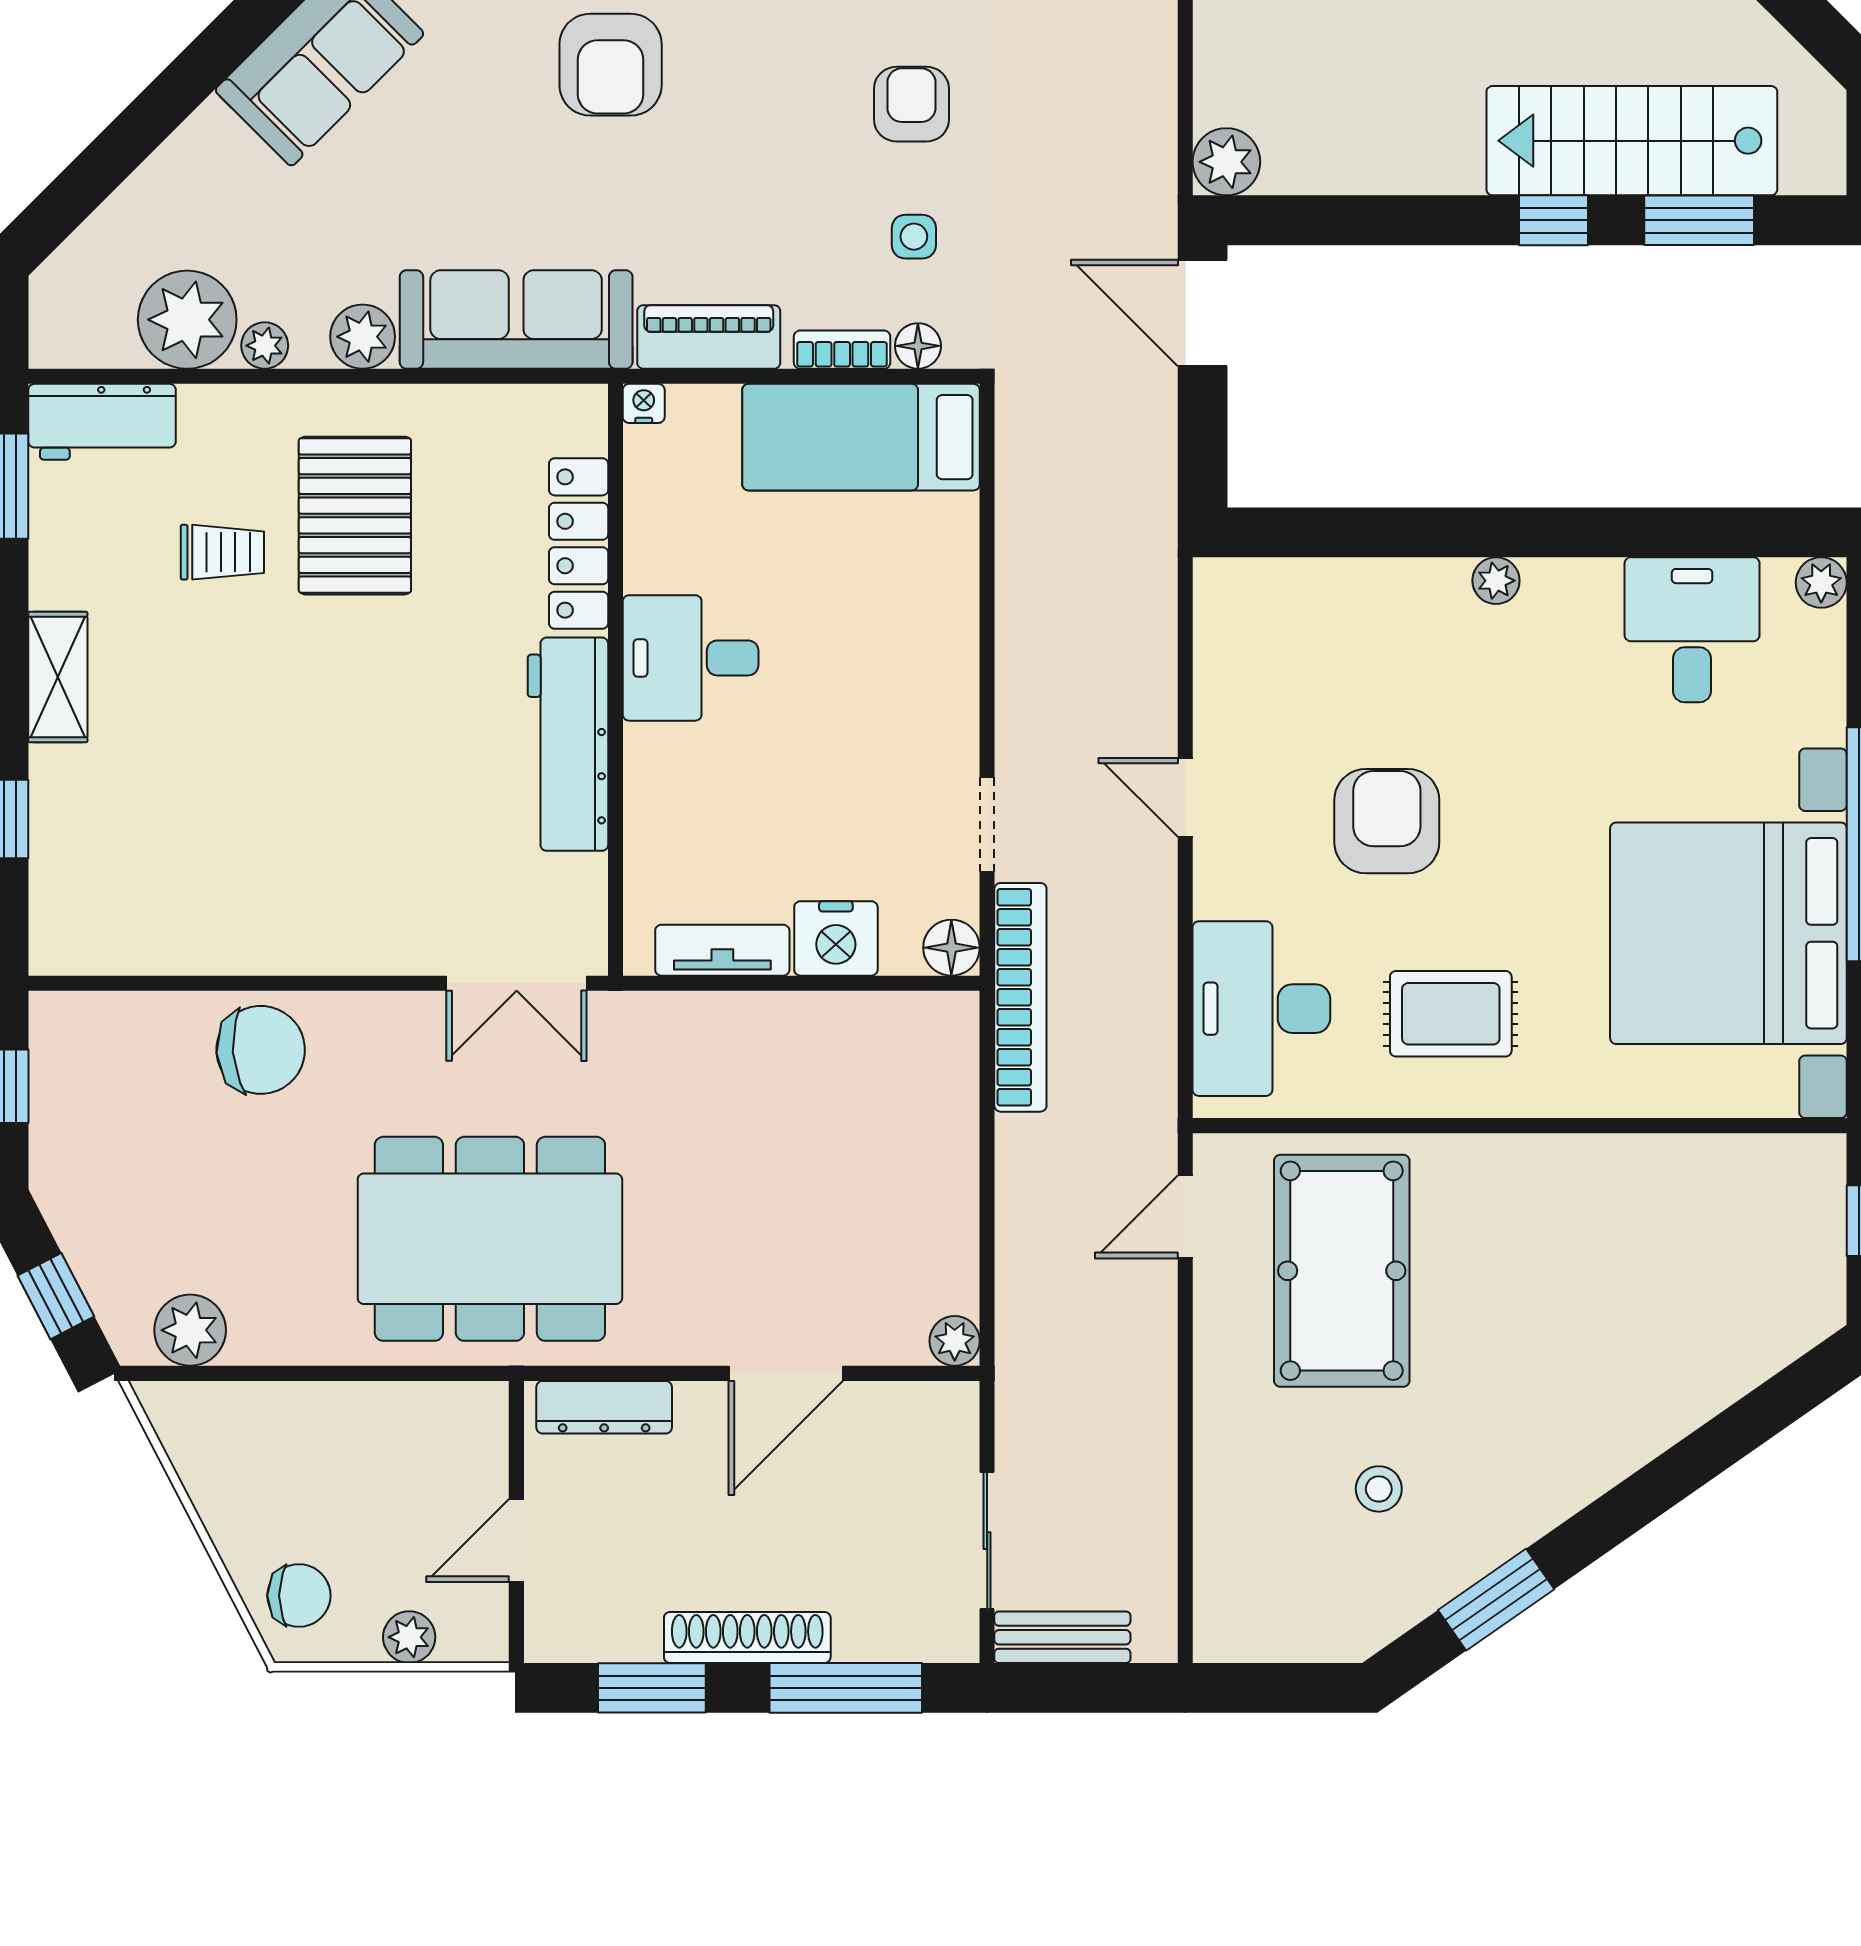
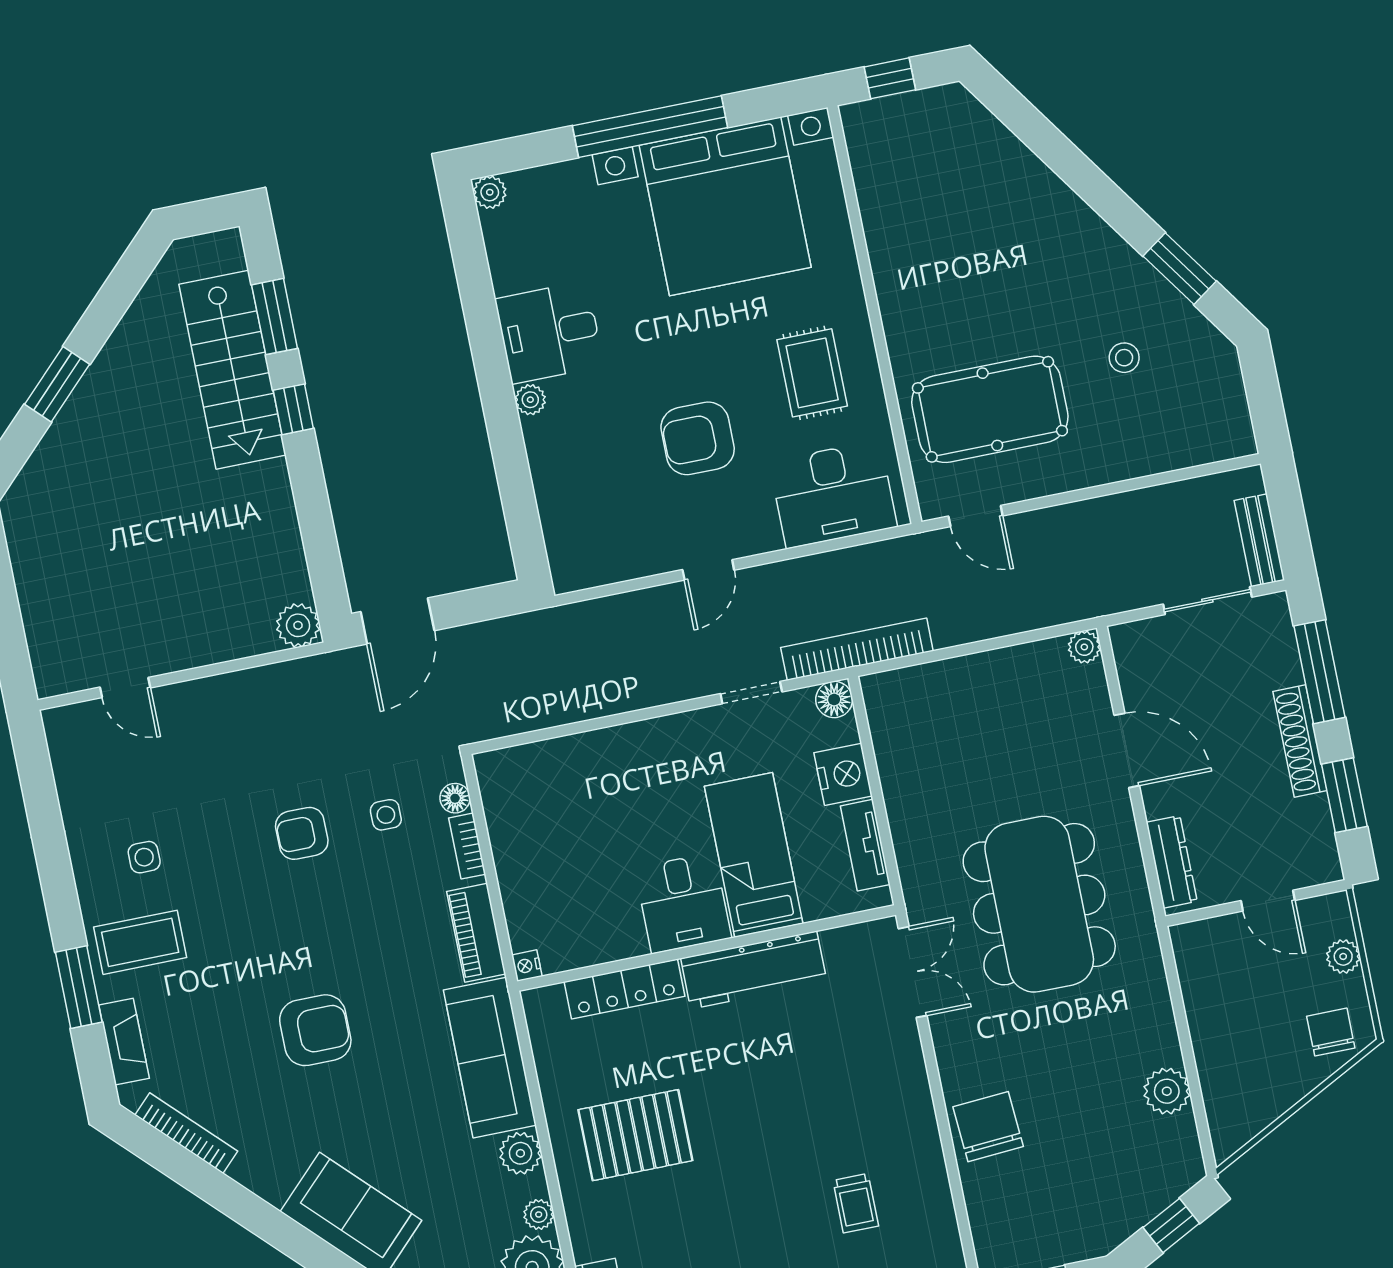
bed: (861, 437) -> (754, 855), moved, turned 180
trolley: (222, 552) -> (856, 1203), moved, turned 180
desk: (1692, 630) -> (549, 332), moved
dining table: (490, 1239) -> (1039, 904), moved
plant: (190, 1330) -> (1167, 1091), moved

